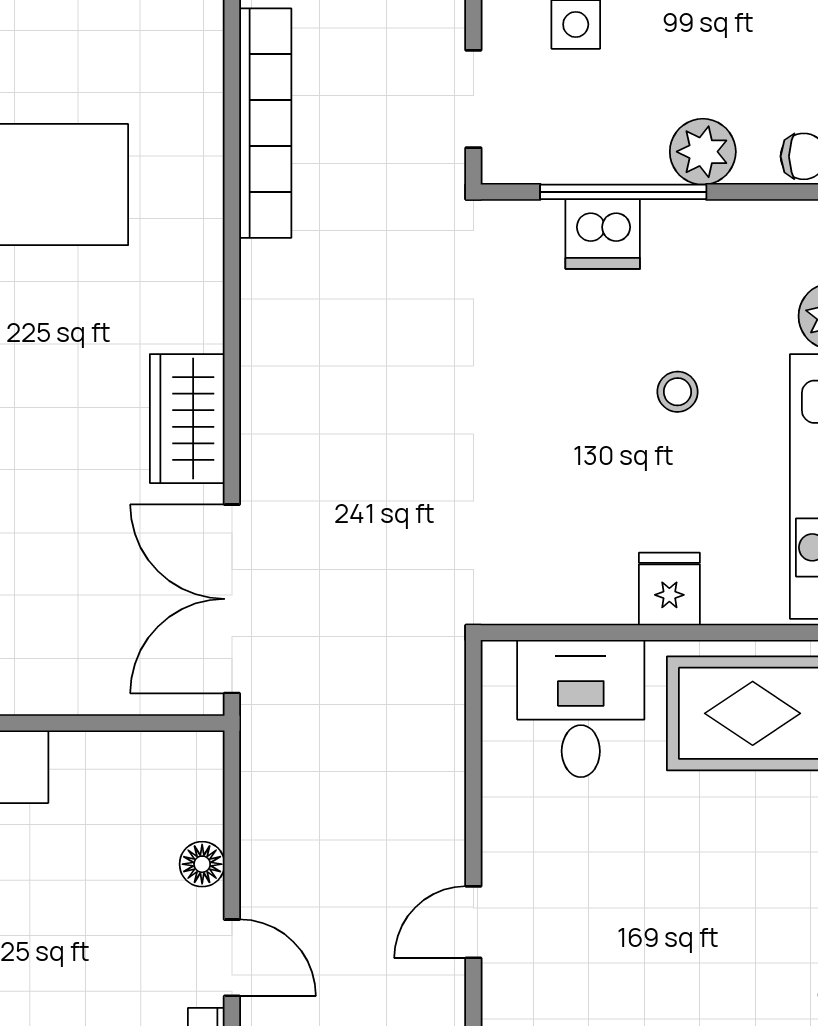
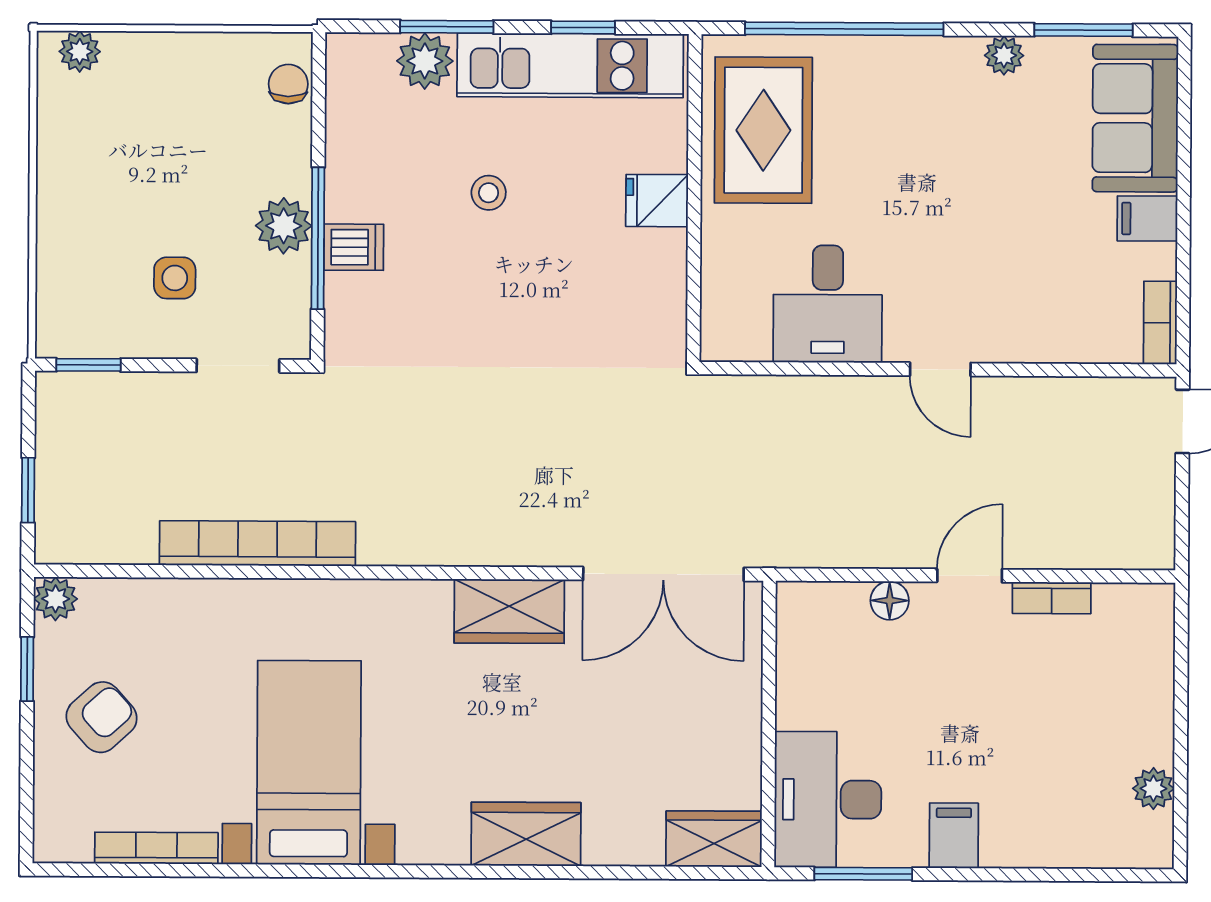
plant: (703, 152) -> (284, 226), moved
dishwasher: (603, 234) -> (354, 247), width x0.73
desk: (581, 709) -> (828, 304), moved, turned -90

